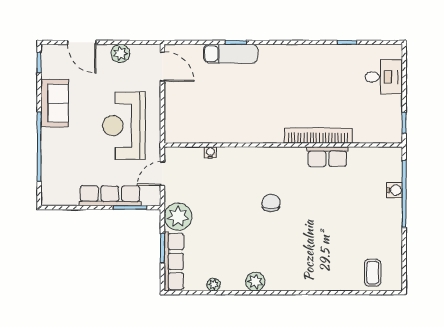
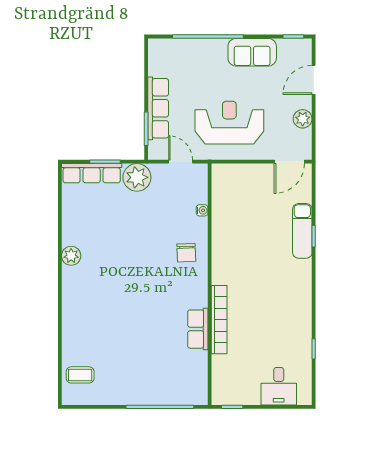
water cooler: (395, 190) -> (164, 397), removed
chair: (271, 203) -> (186, 253), moved, turned 88
plant: (214, 284) -> (68, 214), removed

